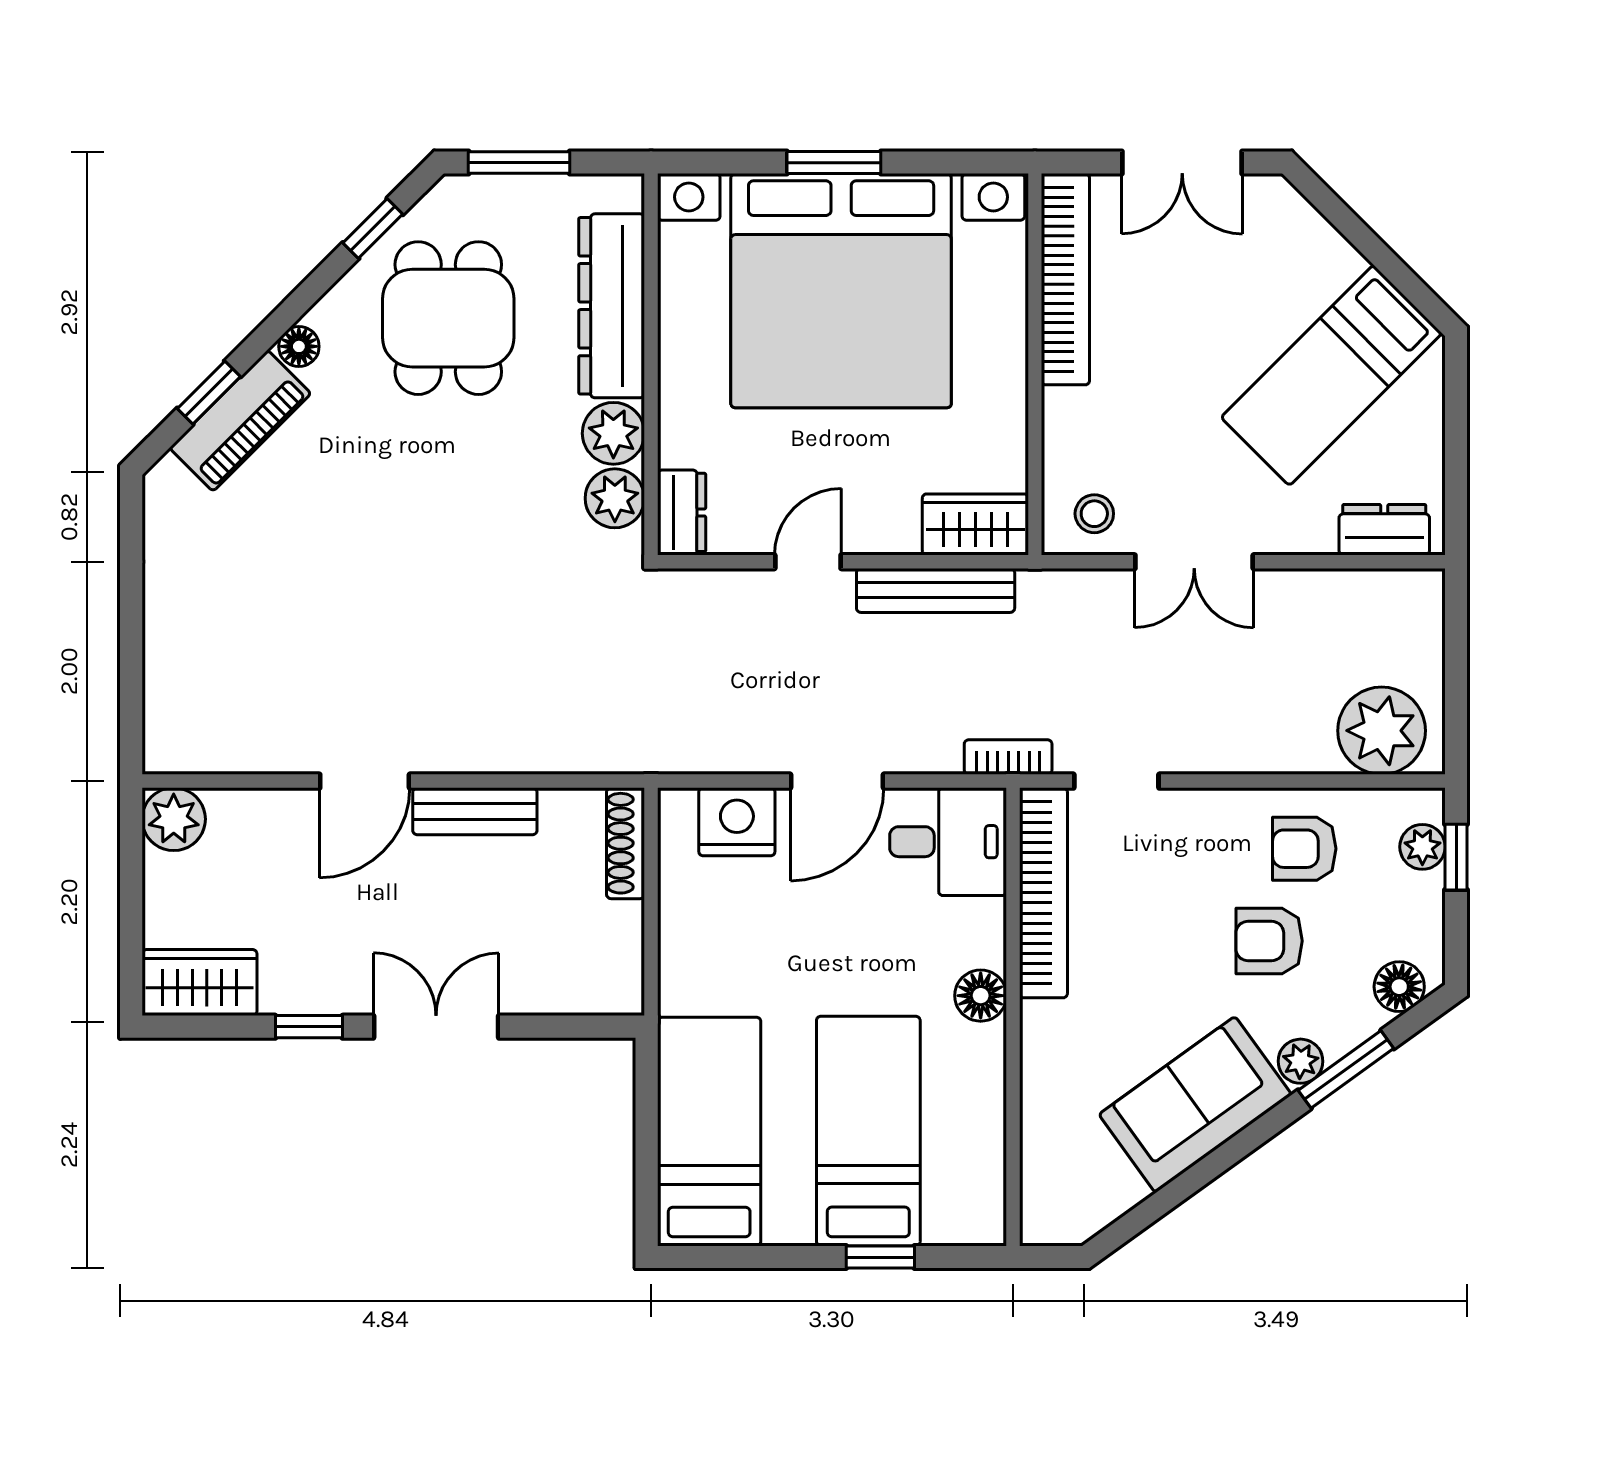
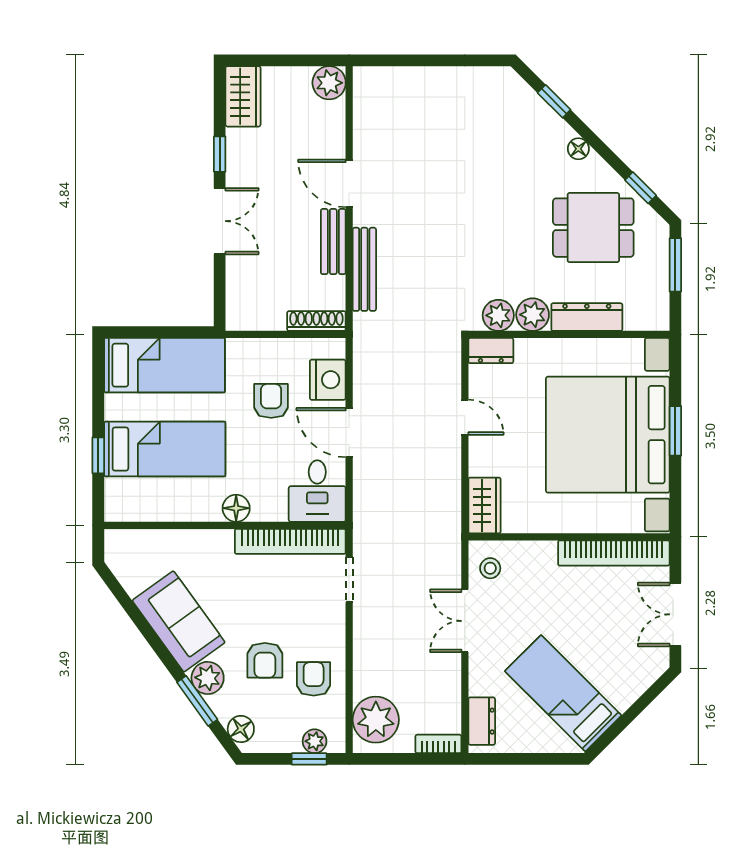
dresser: (612, 306) -> (587, 317), width x0.73, depth x0.80
piano: (240, 421) -> (539, 118), removed
bench: (936, 590) -> (364, 269), moved
bookcase: (1008, 757) -> (438, 744), moved, turned -90
armchair: (777, 929) -> (271, 401), added
armchair: (1269, 941) -> (265, 660), turned 180
plant: (1301, 1061) -> (208, 678), width x1.38, depth x1.38

